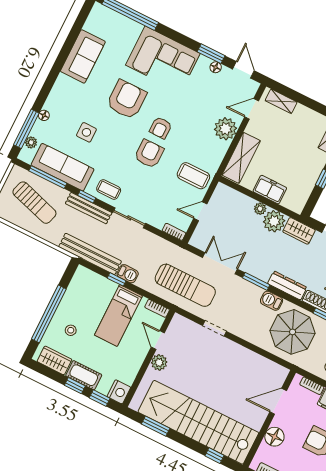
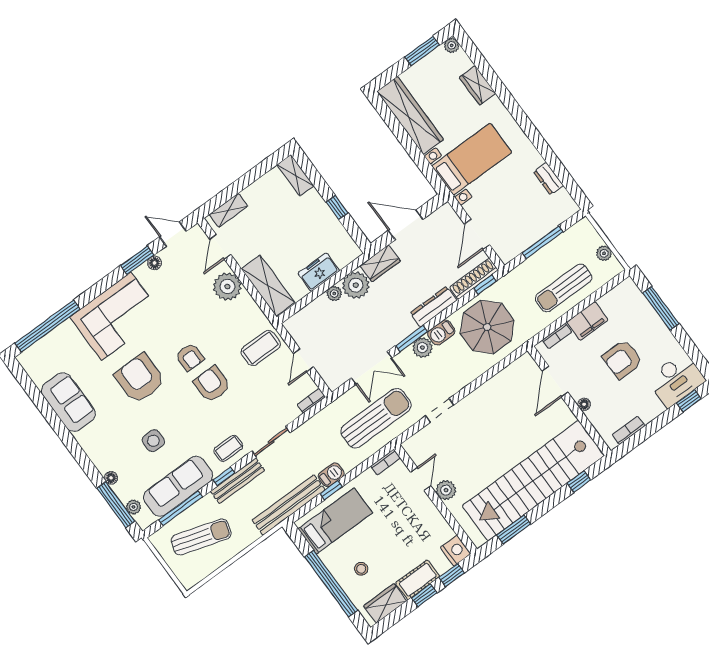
double door: (220, 263) -> (372, 368), swing flipped
plant: (254, 293) -> (422, 348), added
bed: (118, 315) -> (335, 521), moved, turned -90
door: (158, 340) -> (421, 479), swing flipped
floor lamp: (274, 437) -> (584, 404), width x0.53, depth x0.53

